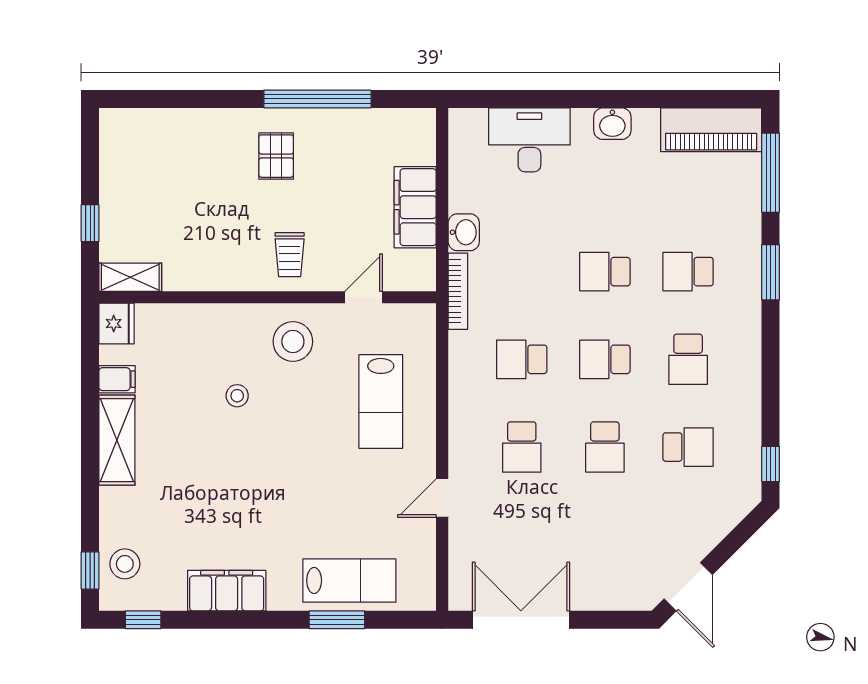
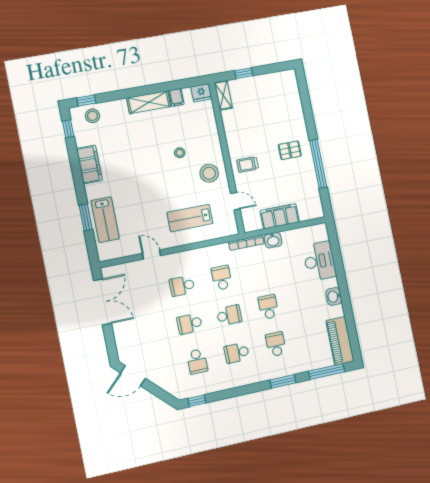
school desk: (605, 359) -> (229, 315), turned 90

